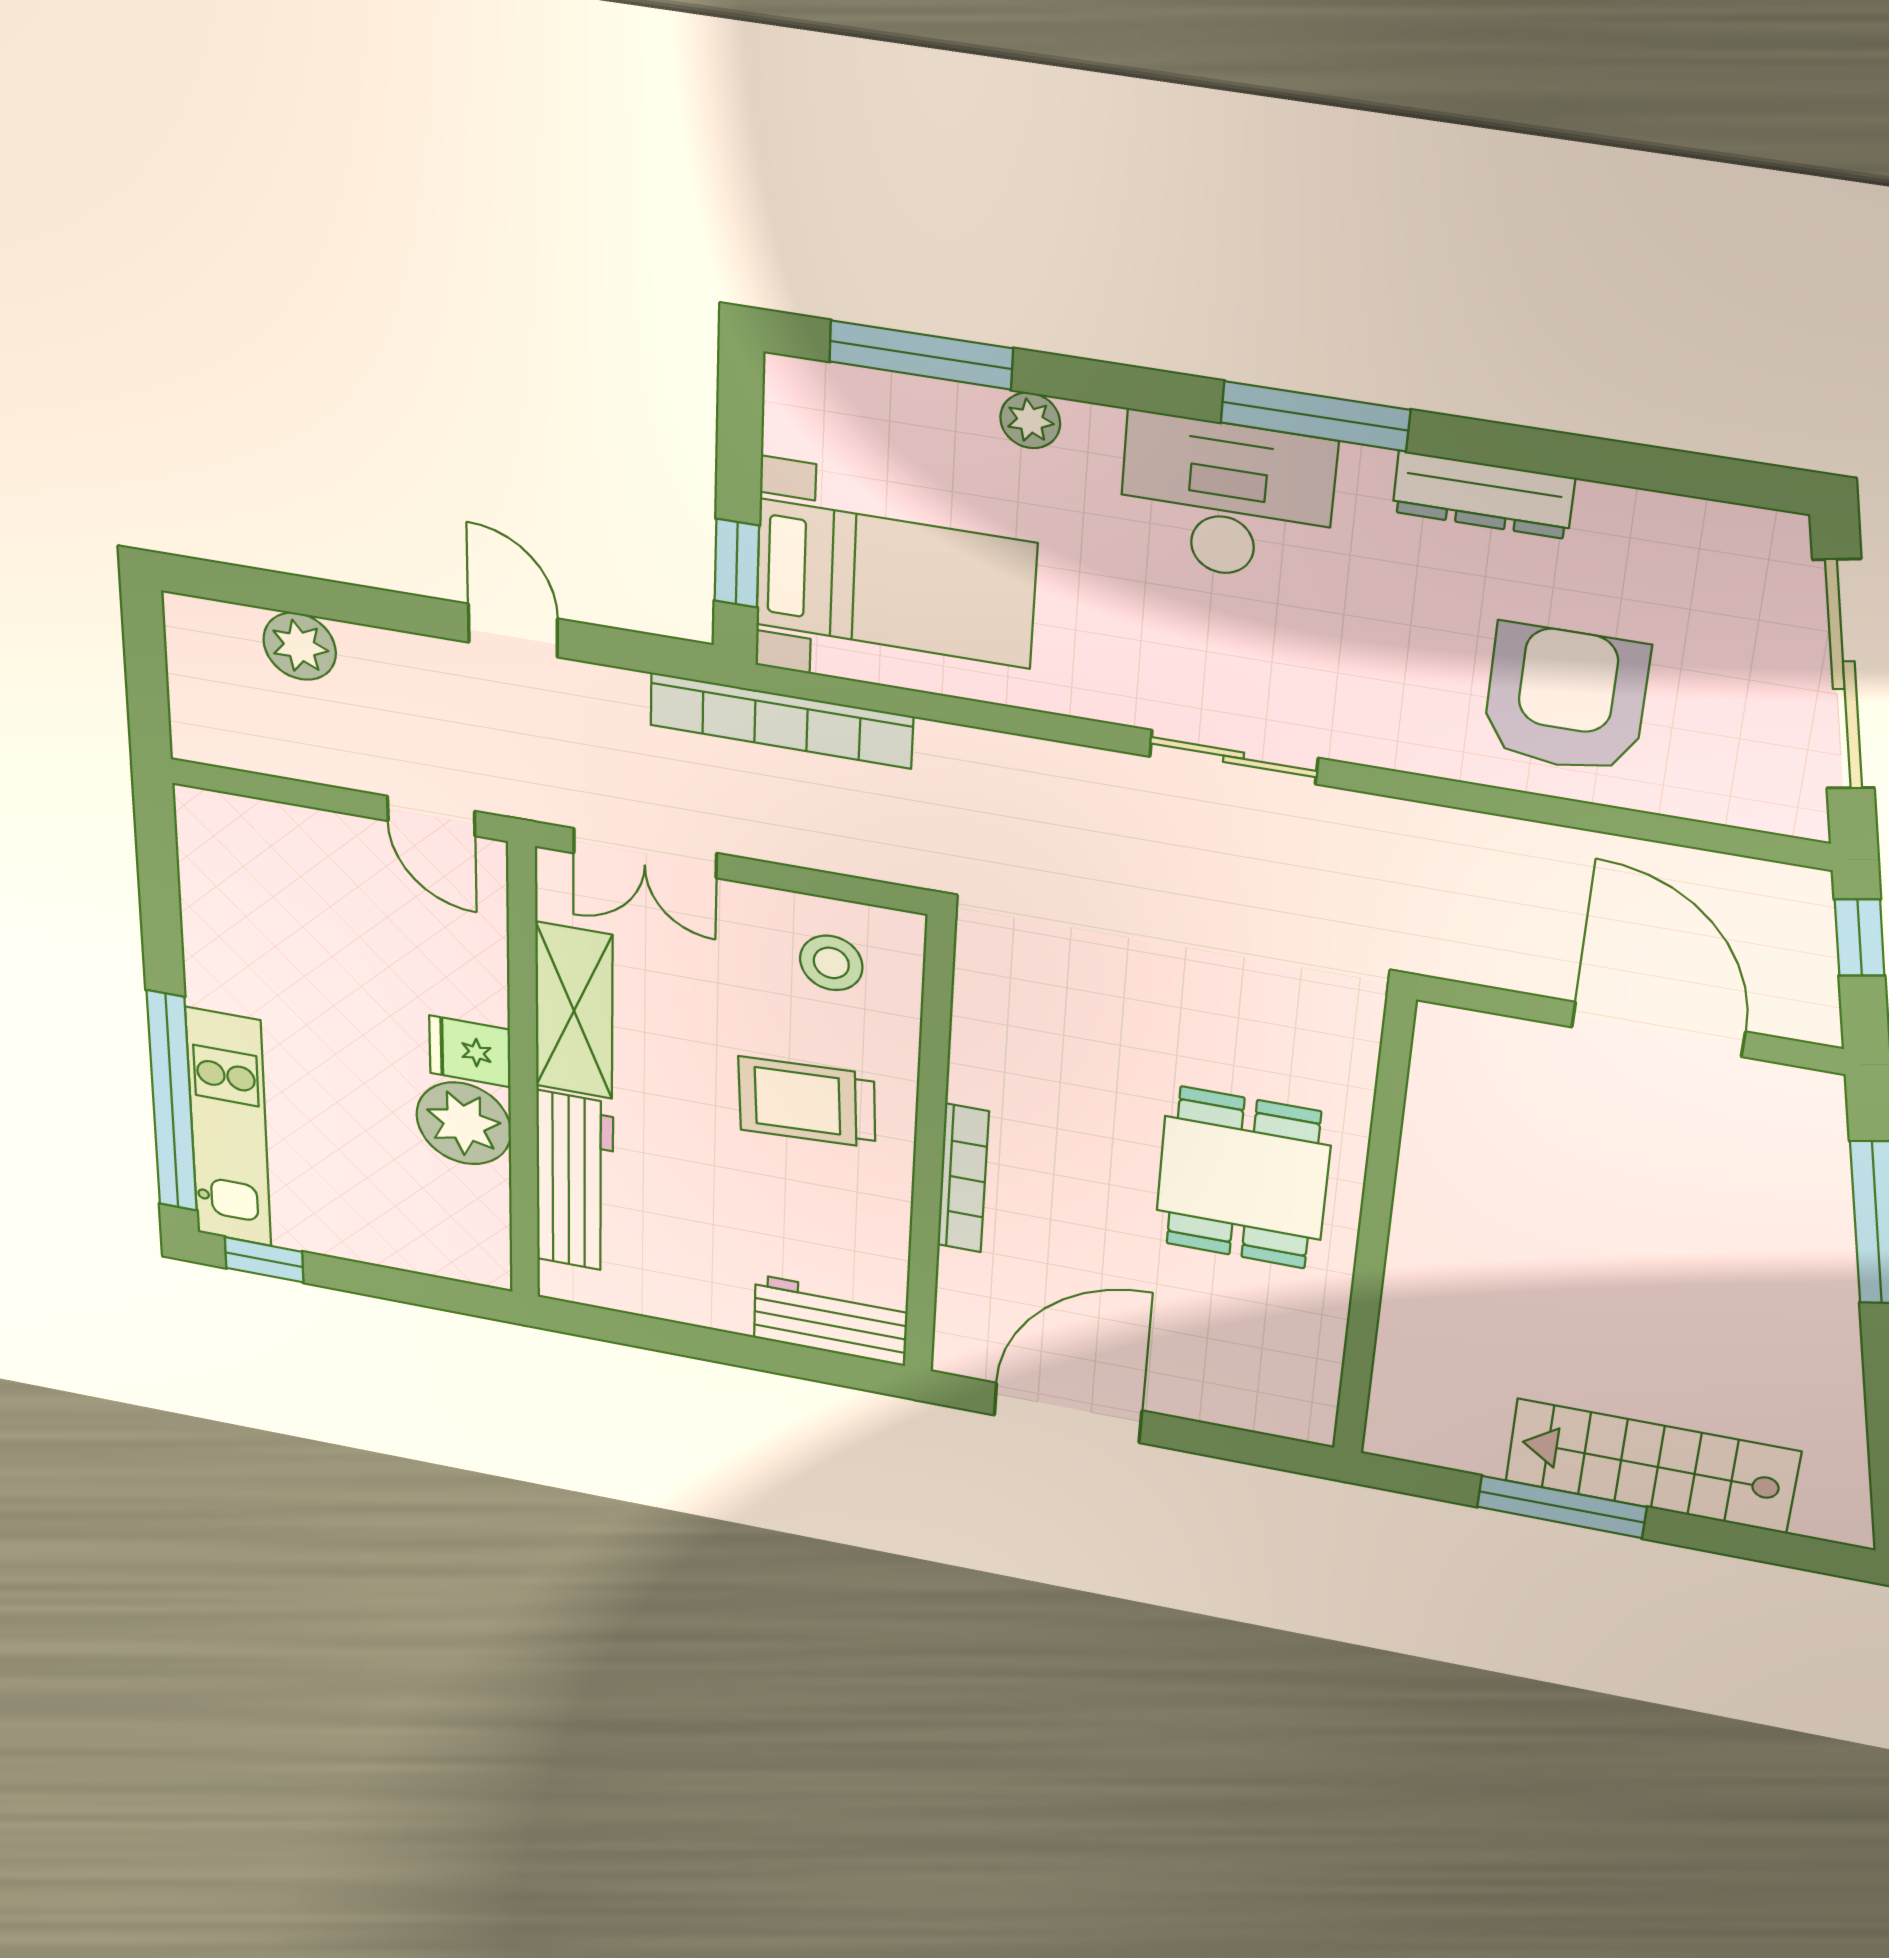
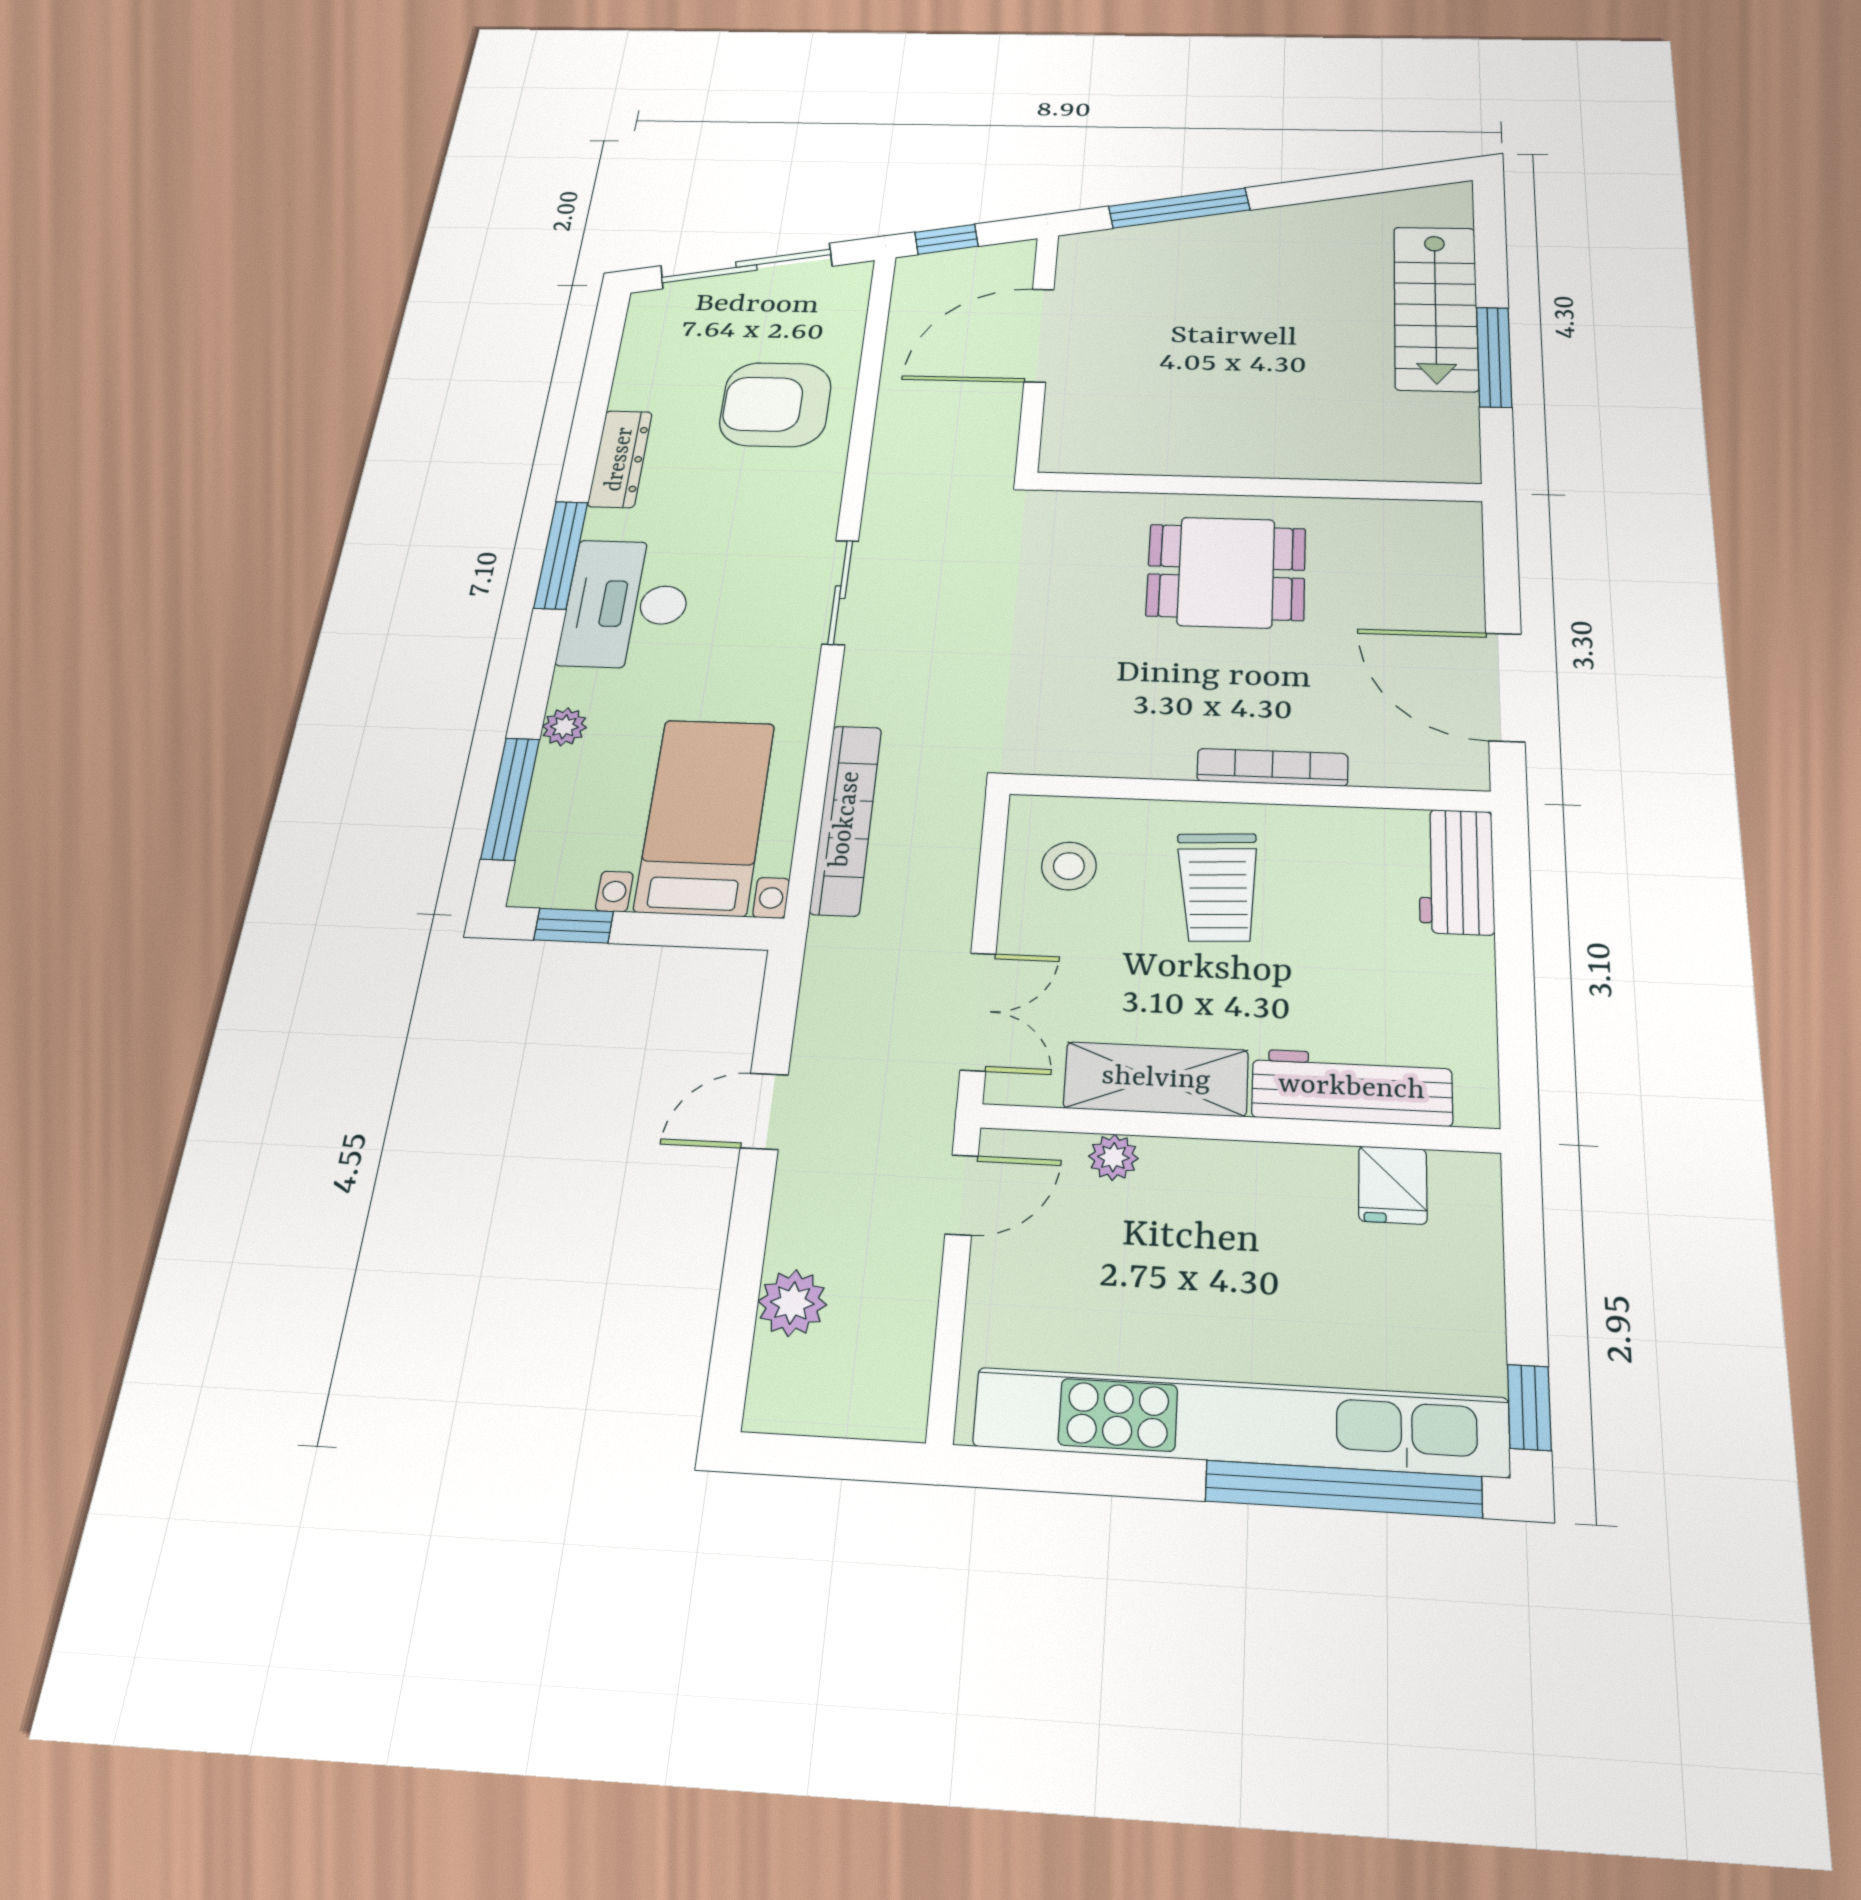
window: (737, 563) -> (574, 926), moved
bookcase: (781, 721) -> (846, 819), moved
fridge: (470, 1051) -> (1393, 1185), moved
plant: (464, 1123) -> (1113, 1157), moved, width x0.53, depth x0.53
kitchen unit: (229, 1128) -> (1240, 1422), width x1.86

